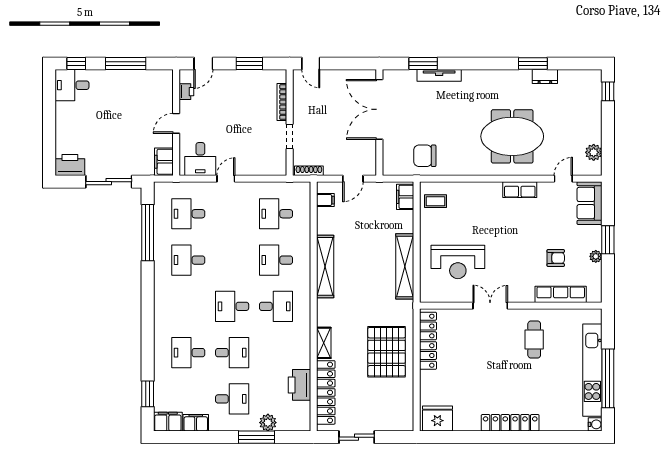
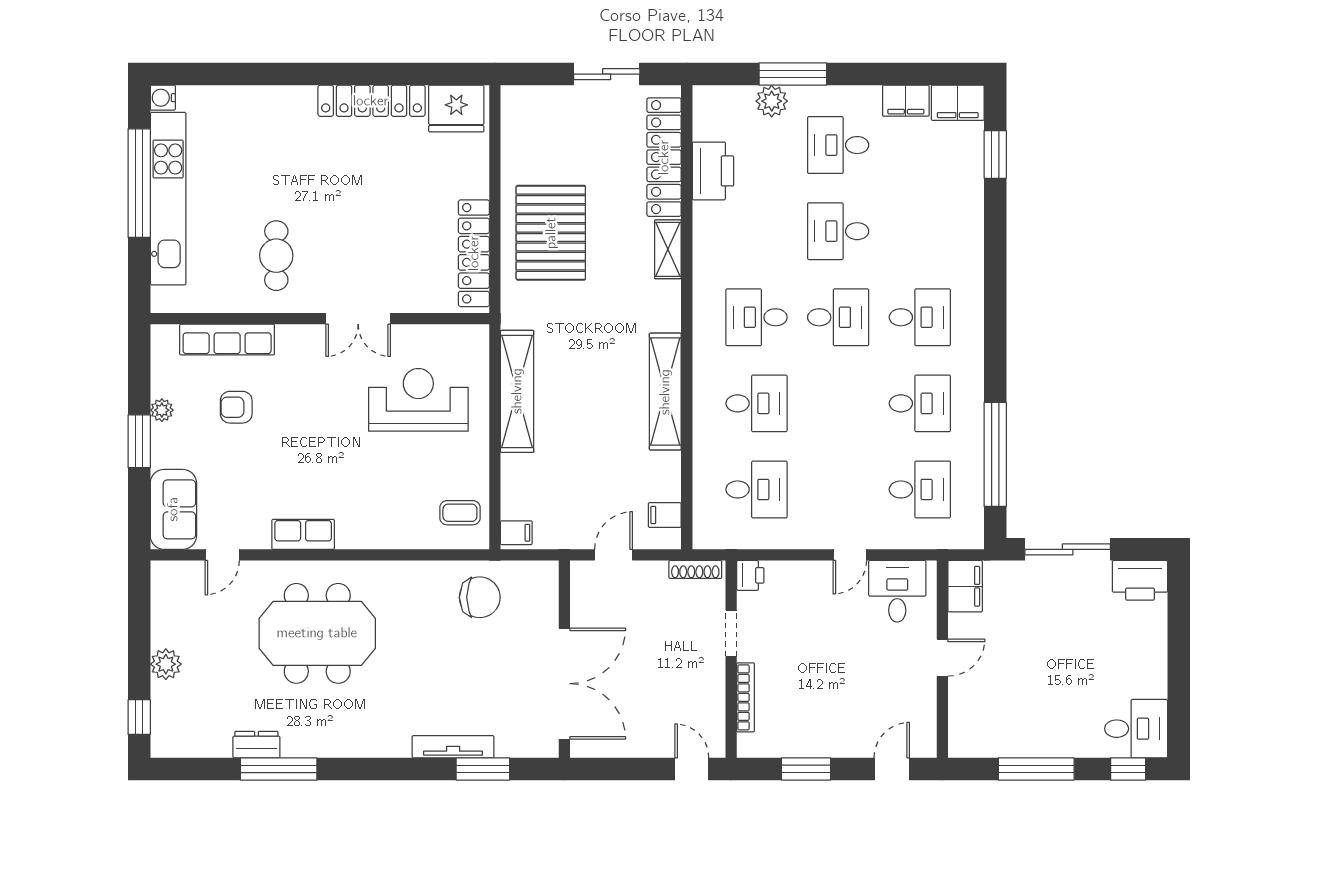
window: (533, 64) -> (279, 769), width x1.44
printer: (186, 92) -> (750, 575), moved, turned 180
plant: (594, 152) -> (166, 664), moved
filing cabinet: (405, 197) -> (516, 533), width x0.50
desk: (188, 353) -> (920, 317), moved
locker: (510, 423) -> (371, 101), moved

